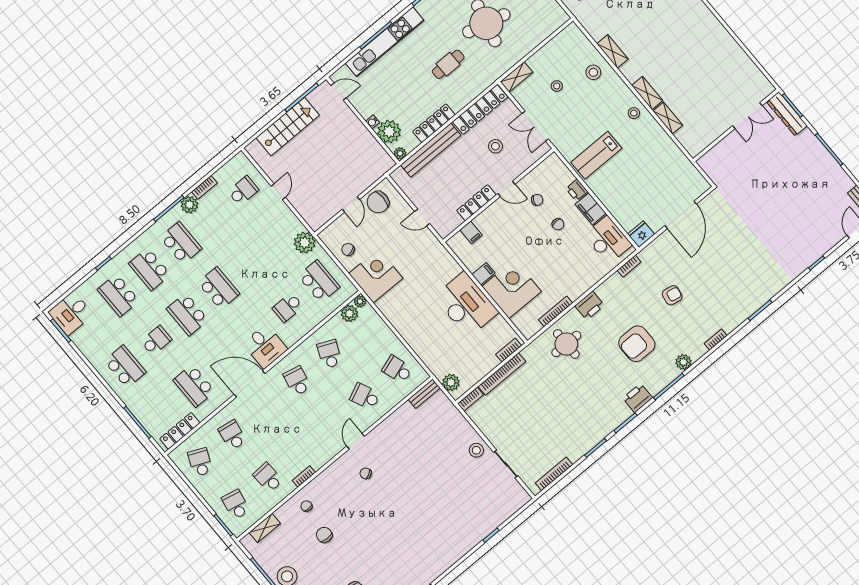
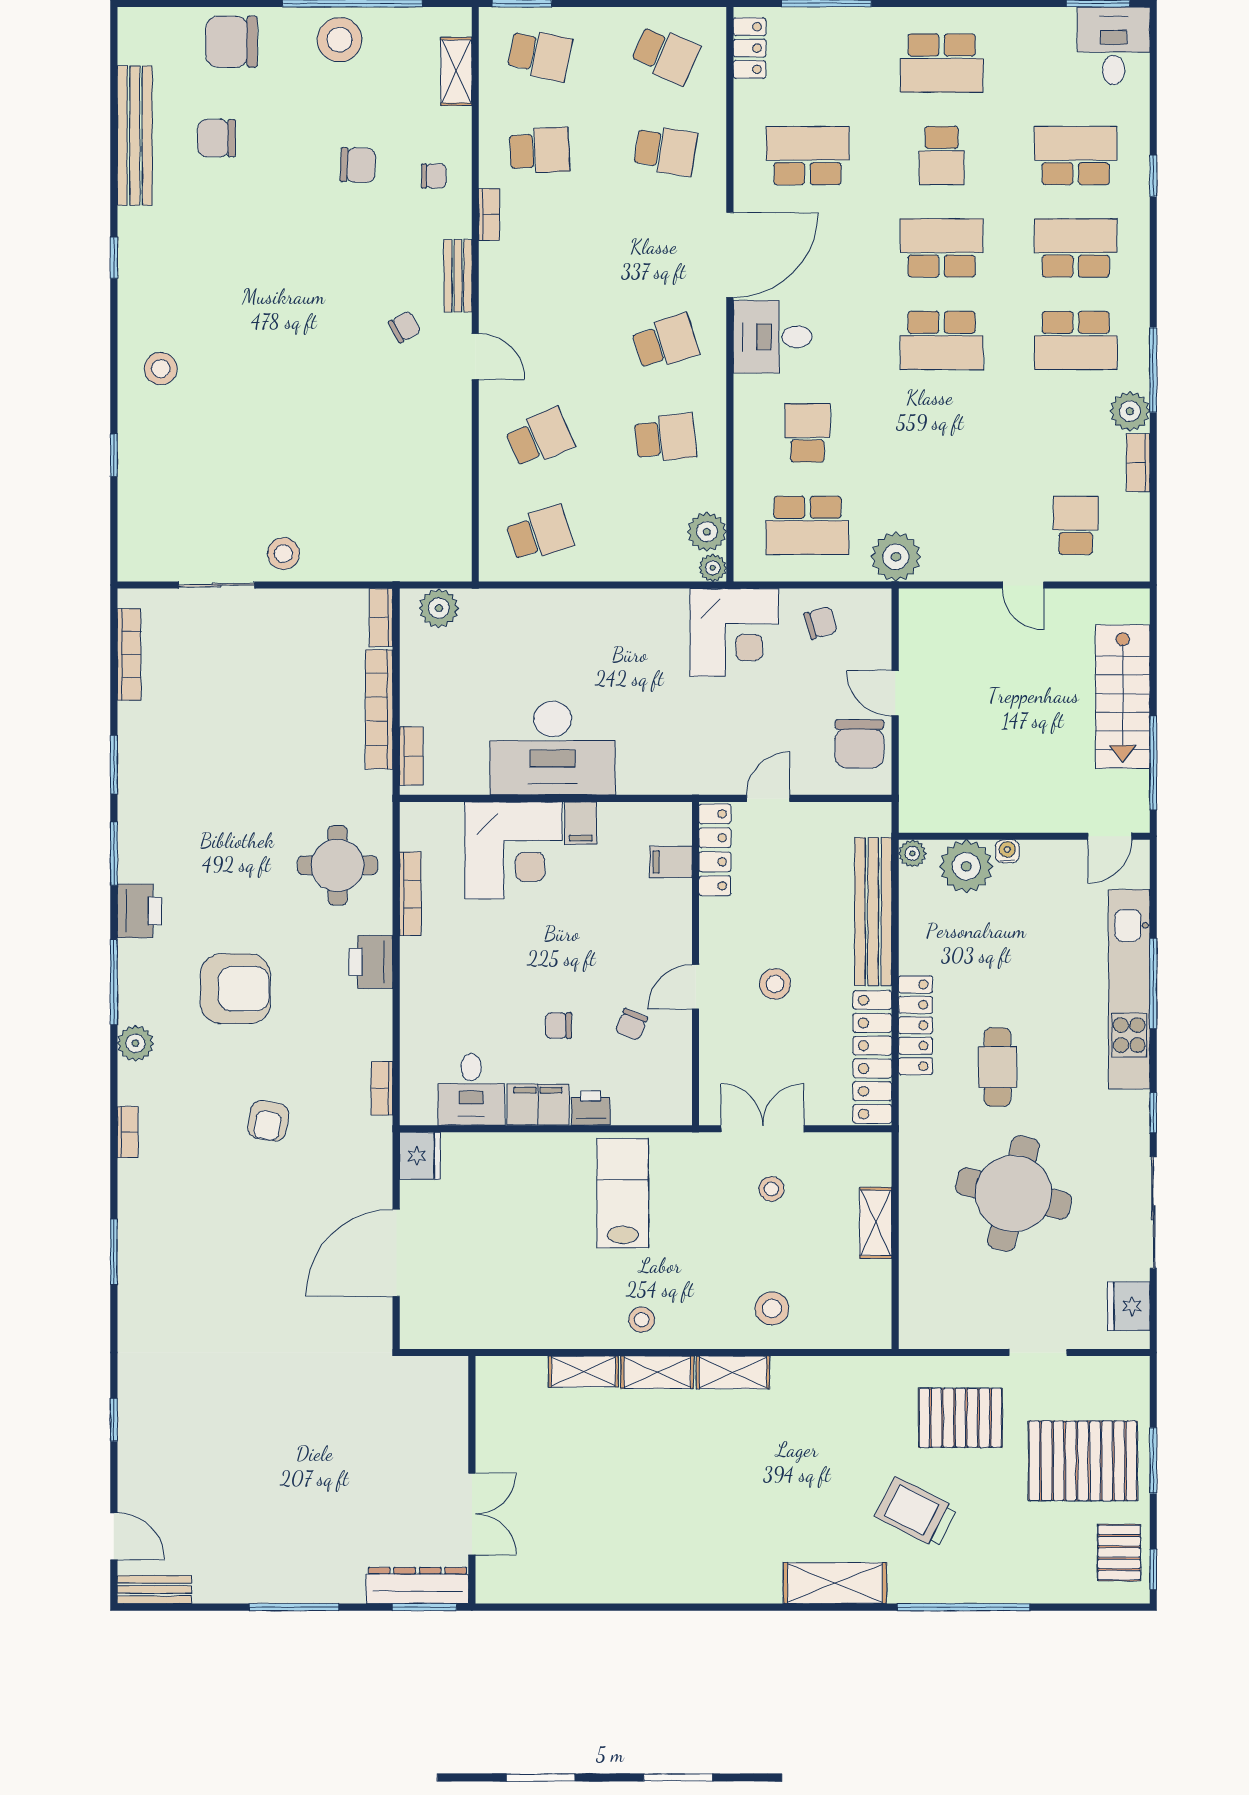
shelving: (612, 51) -> (733, 1372), moved
shelving: (517, 77) -> (876, 1223), moved
stool: (557, 86) -> (771, 1189), moved
double door: (747, 116) -> (472, 1514), swing flipped
locker: (434, 123) -> (915, 1025), moved
stool: (495, 146) -> (775, 984), moved
school desk: (243, 191) -> (1076, 525), turned 180
chair: (378, 202) -> (859, 744), turned 180
locker: (476, 203) -> (715, 850), moved
door: (681, 215) -> (396, 1253), hinge flipped
desk: (608, 240) -> (471, 1089), width x0.73
armchair: (637, 344) -> (235, 989), turned 90
school desk: (329, 354) -> (665, 438), turned -30
school desk: (297, 381) -> (665, 342), turned -30
bench: (424, 394) -> (458, 276), moved
locker: (180, 431) -> (750, 48), width x0.66
stool: (449, 544) -> (161, 369), added

